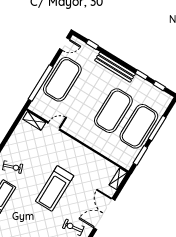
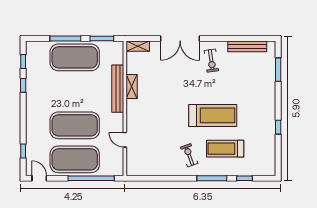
bench: (115, 67) -> (118, 89), moved
exercise mat: (113, 111) -> (75, 125), moved
shelving: (34, 121) -> (132, 87), moved
treadmill: (55, 188) -> (213, 115), moved

